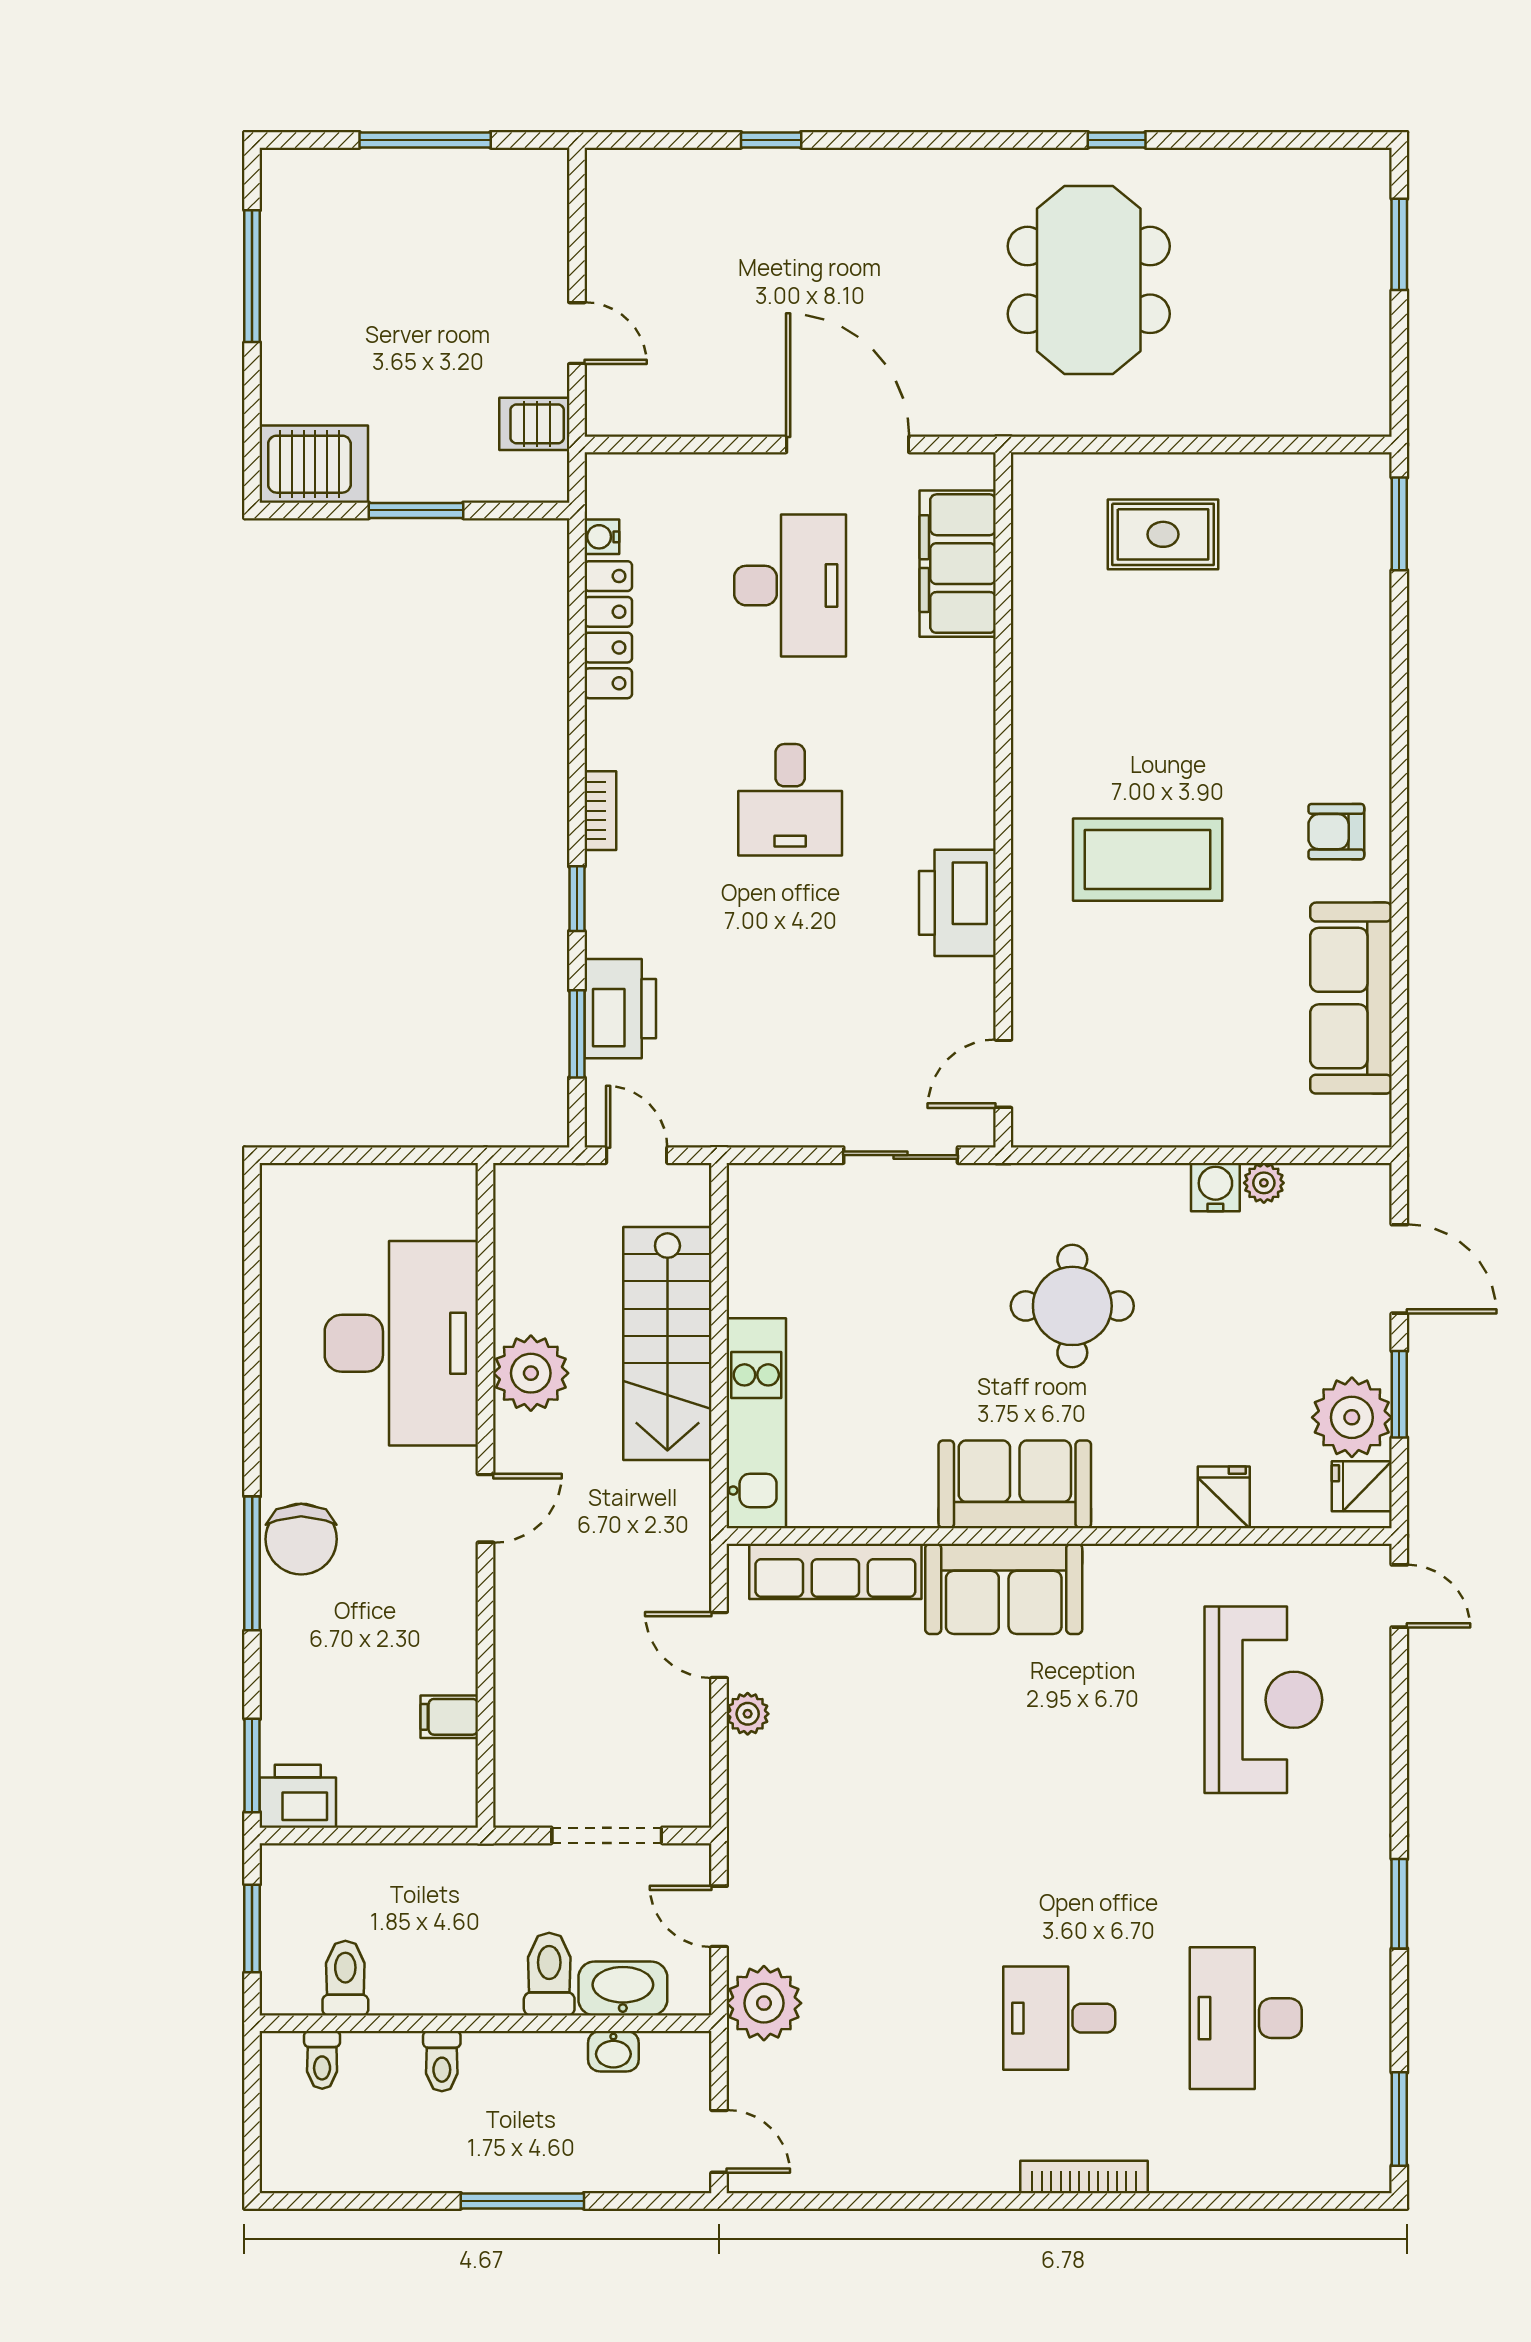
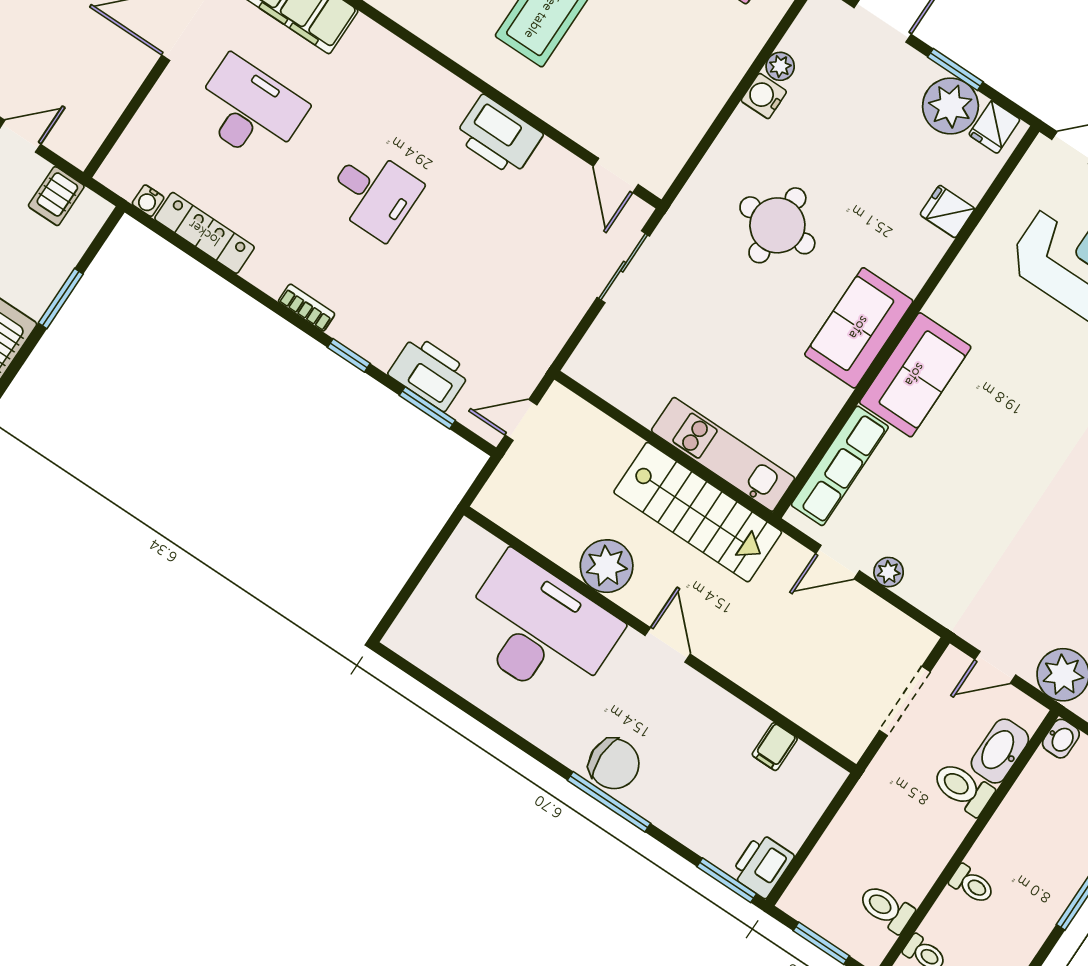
stairs: (667, 1343) -> (698, 512), moved
washbasin: (613, 2051) -> (1061, 739), moved

